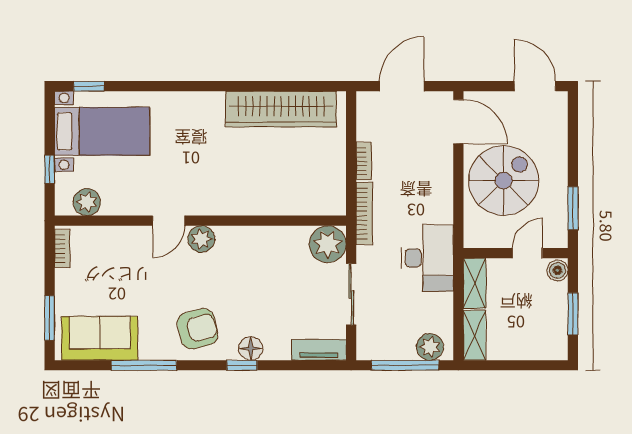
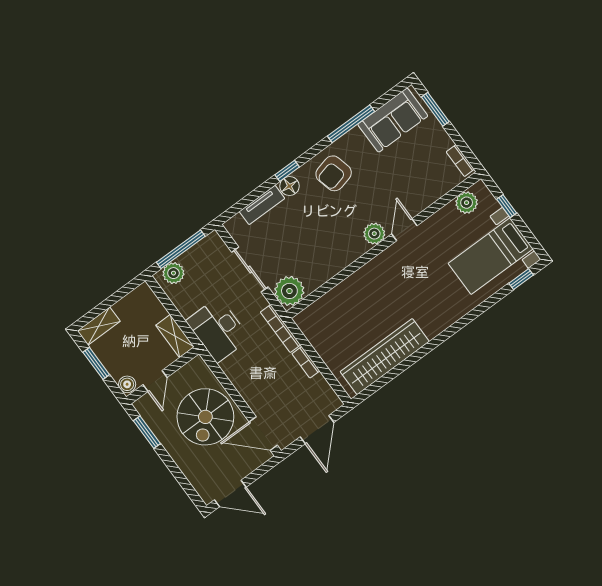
shelving: (475, 335) -> (99, 326), moved, turned 90
tv unit: (319, 350) -> (262, 205), moved

